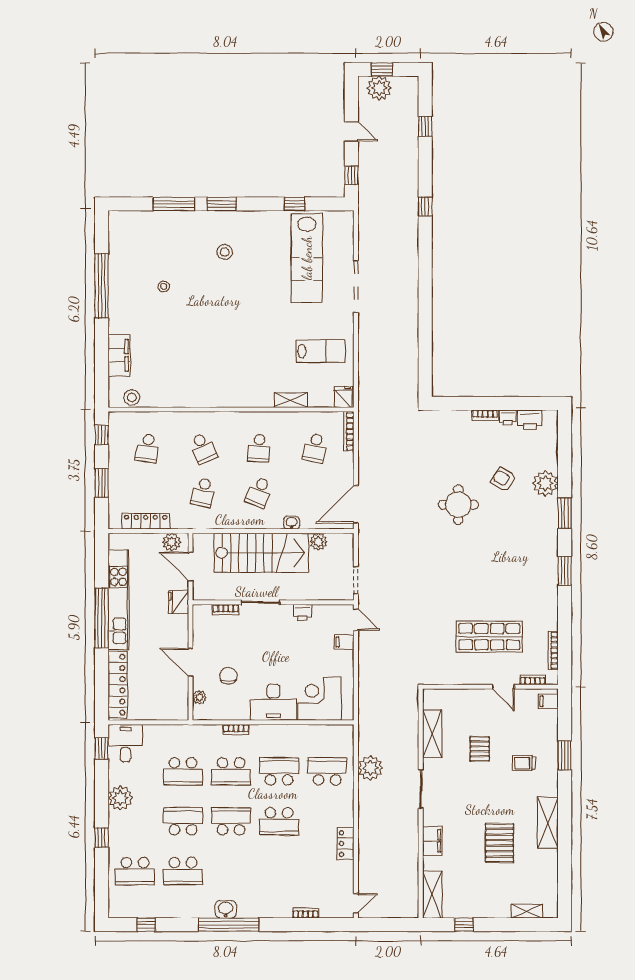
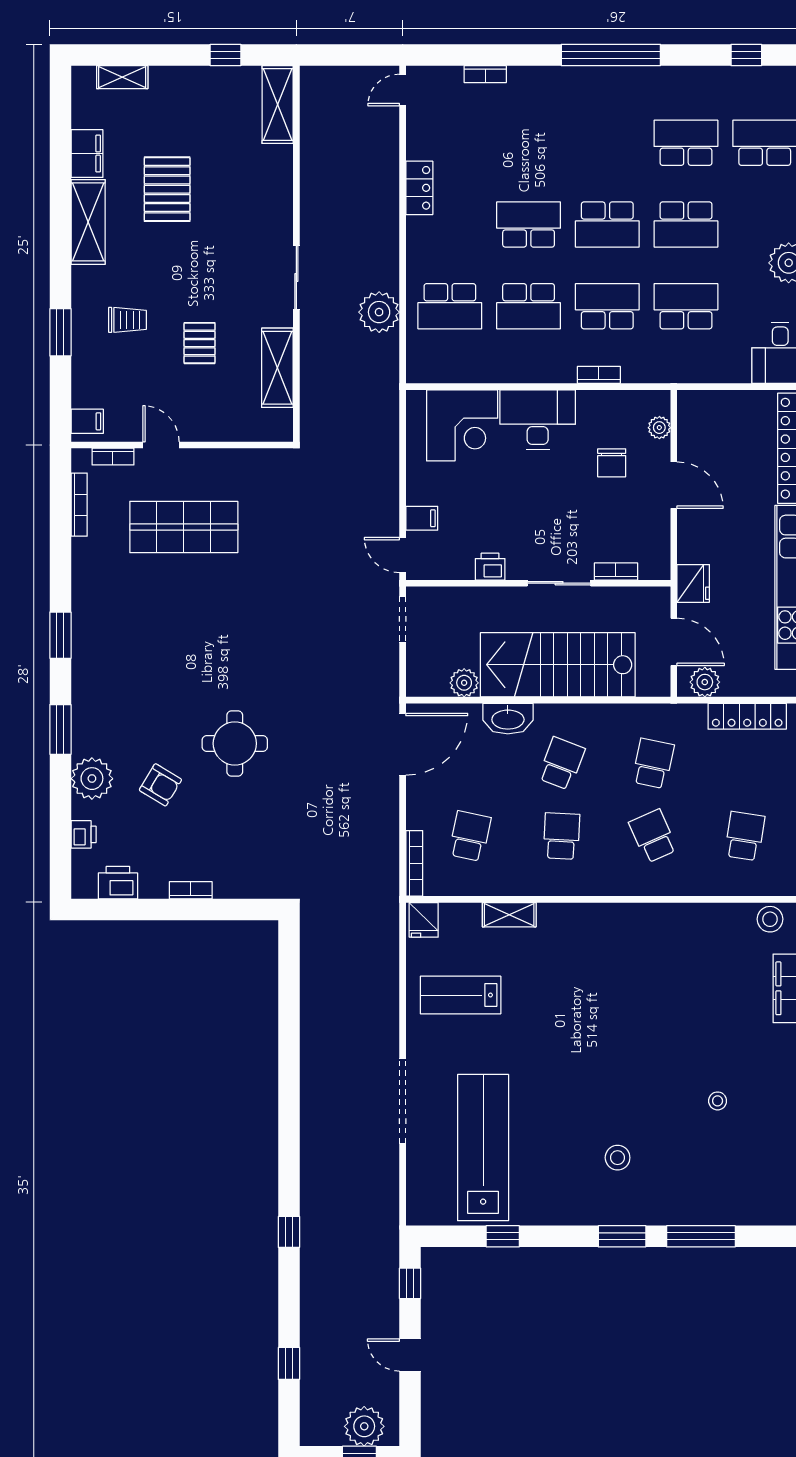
printer: (508, 417) -> (84, 834), moved, turned 90
washbasin: (292, 523) -> (508, 719), width x1.91, depth x1.45
filing cabinet: (432, 841) -> (87, 154), moved, turned 180
washbasin: (226, 909) -> (616, 80), removed

